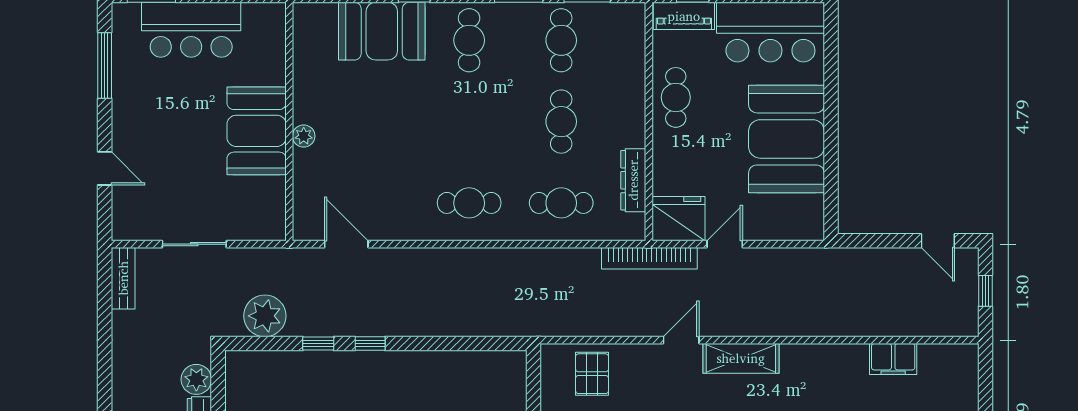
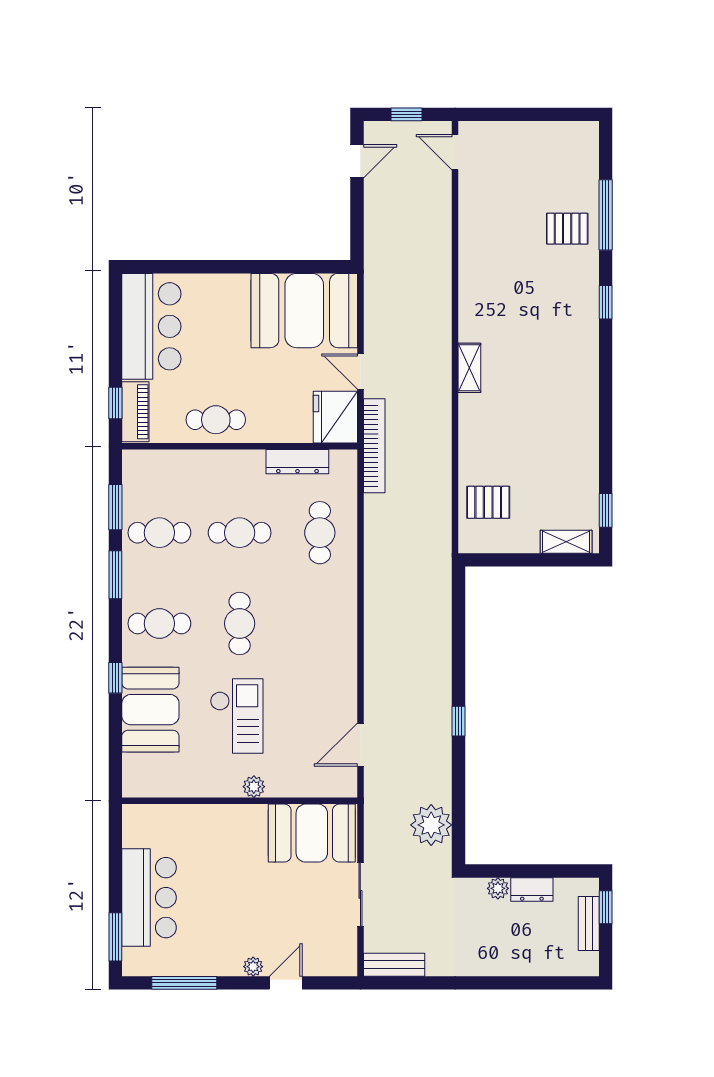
checkout: (375, 119) -> (237, 716), added
booth: (257, 131) -> (312, 833), moved
plant: (121, 135) -> (253, 967), added
booth: (786, 139) -> (304, 311), moved
cafe table: (469, 203) -> (240, 624), moved
door: (681, 340) -> (455, 152), moved
window: (318, 344) -> (458, 772), removed
shelving: (741, 358) -> (469, 368), width x0.67, depth x0.75
filing cabinet: (893, 359) -> (474, 205), removed
plant: (196, 379) -> (498, 888), width x0.73, depth x0.73

